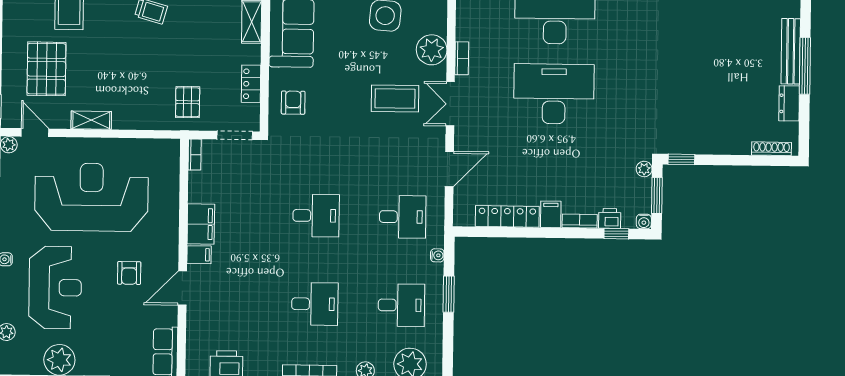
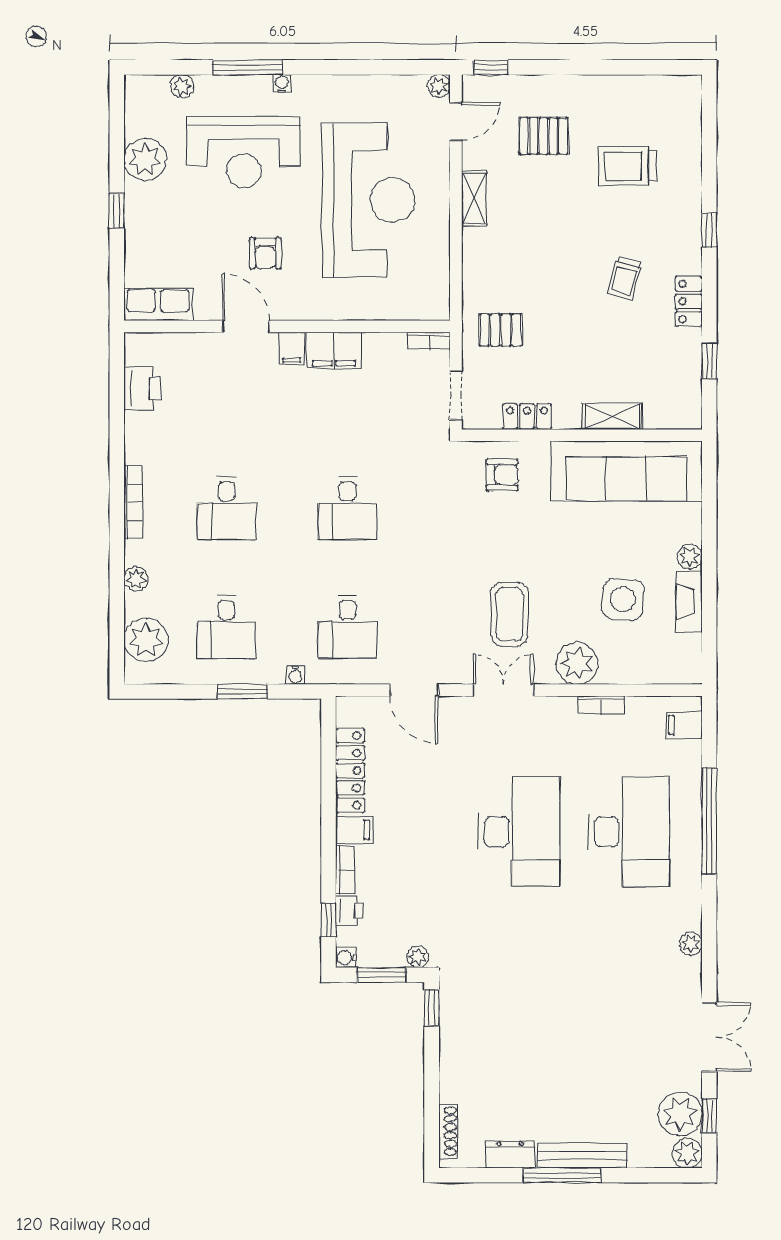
bookcase: (462, 58) -> (601, 705), moved
pallet: (46, 69) -> (544, 136), width x0.67, depth x0.71
armchair: (129, 273) -> (265, 253), turned -90

